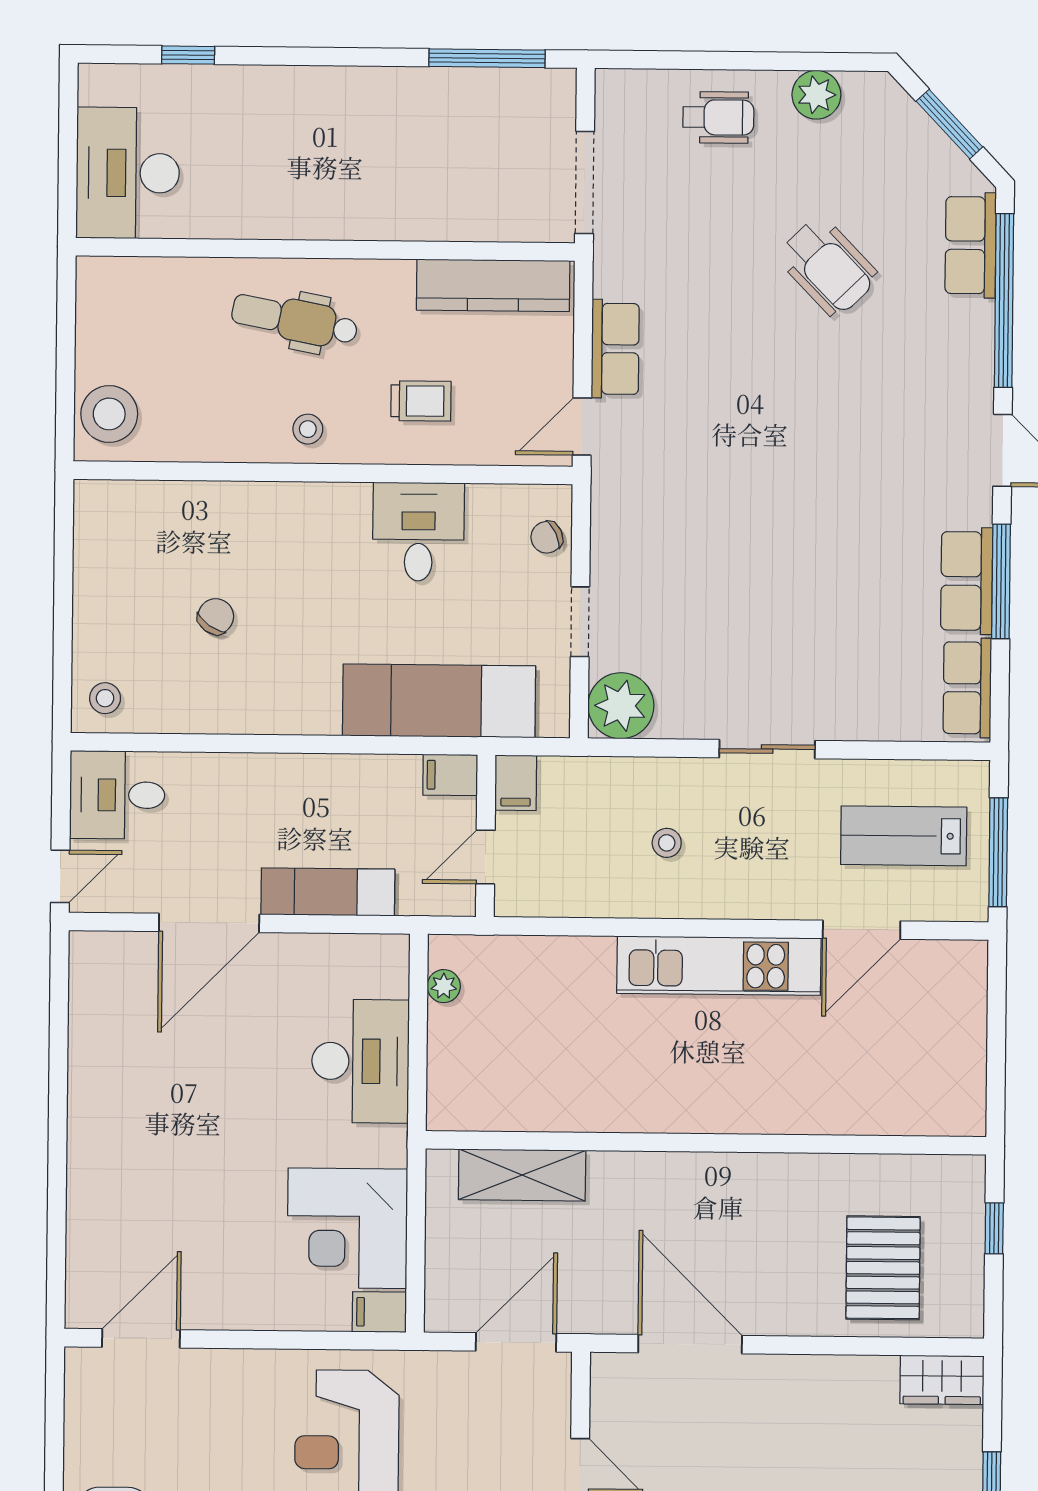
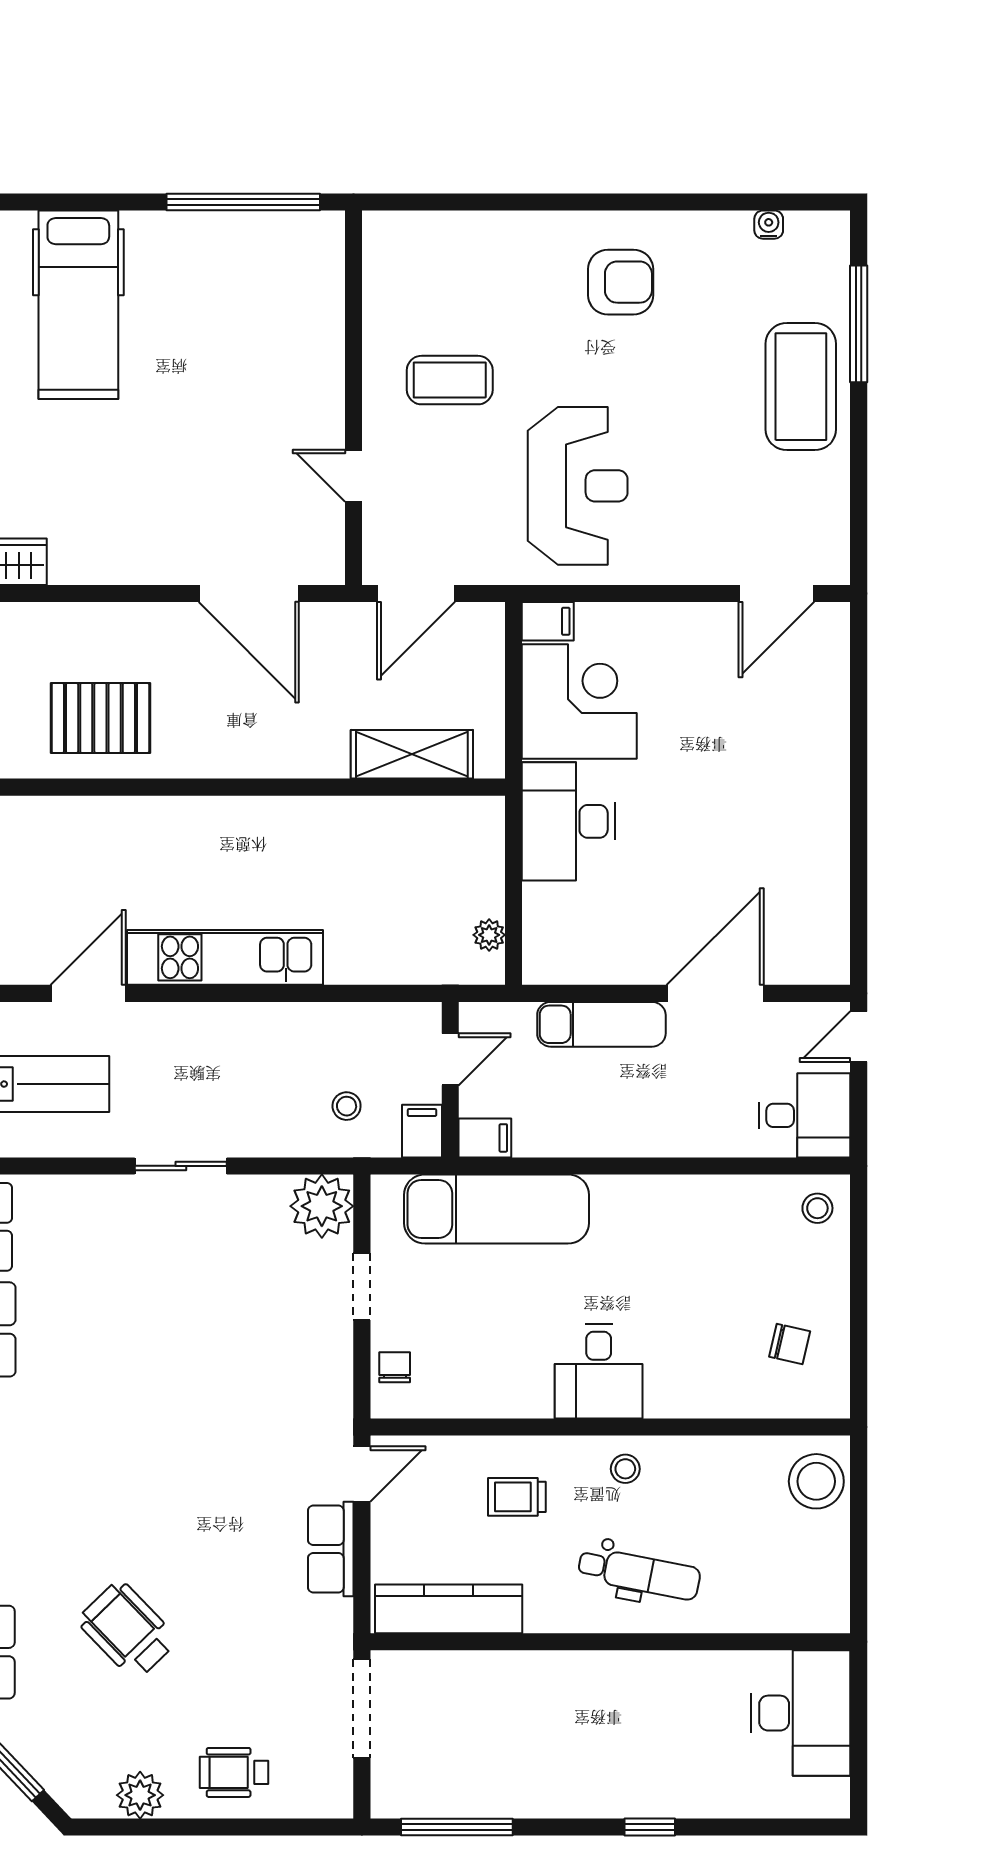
window: (188, 55) -> (650, 1827), moved
desk: (418, 532) -> (599, 1371), moved
chair: (547, 537) -> (395, 1367), turned -65
chair: (216, 616) -> (790, 1344), moved, turned -112
stool: (667, 843) -> (347, 1106), moved
desk: (360, 1061) -> (568, 821), moved
pallet: (883, 1268) -> (100, 718), moved, turned 90

